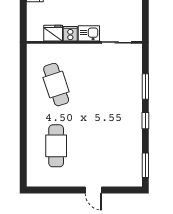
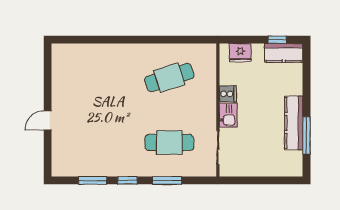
fridge: (53, 33) -> (240, 53), moved, turned 90
cafe table: (56, 146) -> (169, 143), moved
window: (145, 165) -> (93, 180), moved

